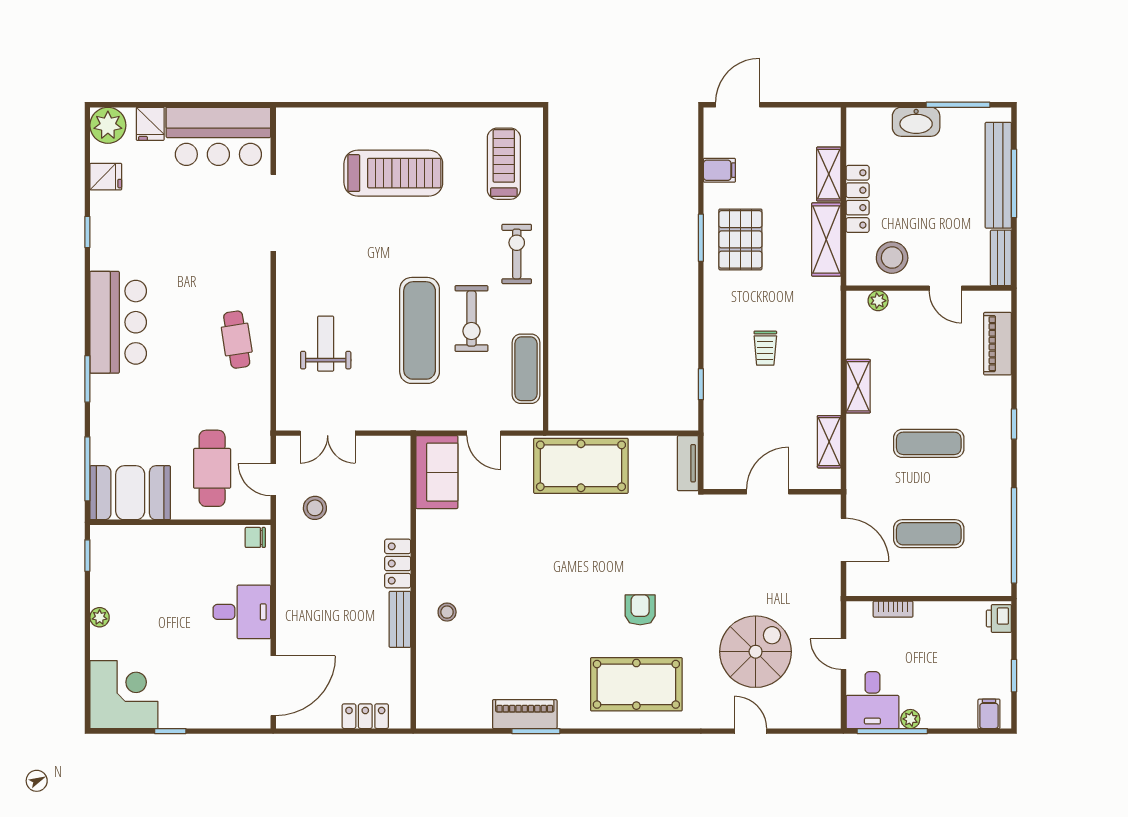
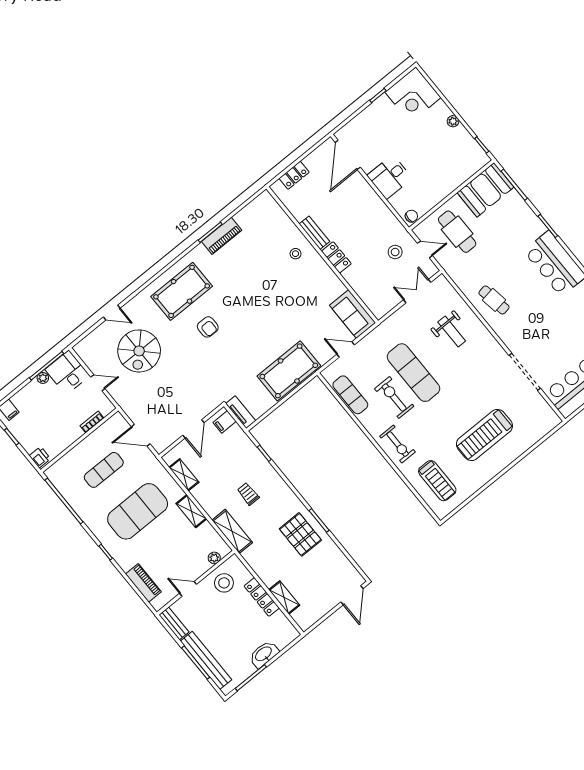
filing cabinet: (719, 170) -> (225, 422), moved
shelving: (826, 240) -> (232, 531), moved
exercise mat: (929, 443) -> (138, 511), width x2.00, depth x1.45

